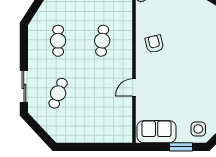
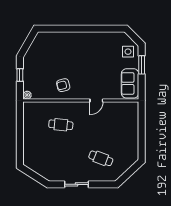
cafe table: (58, 41) -> (61, 158), removed
sliding door: (24, 86) -> (77, 184), moved
door: (134, 88) -> (96, 101), hinge flipped

